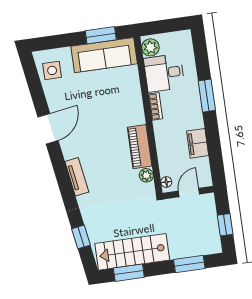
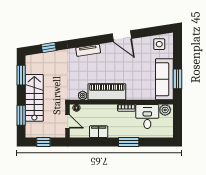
piano: (140, 147) -> (107, 92), width x1.37, depth x1.33
stairs: (132, 252) -> (34, 98), moved

